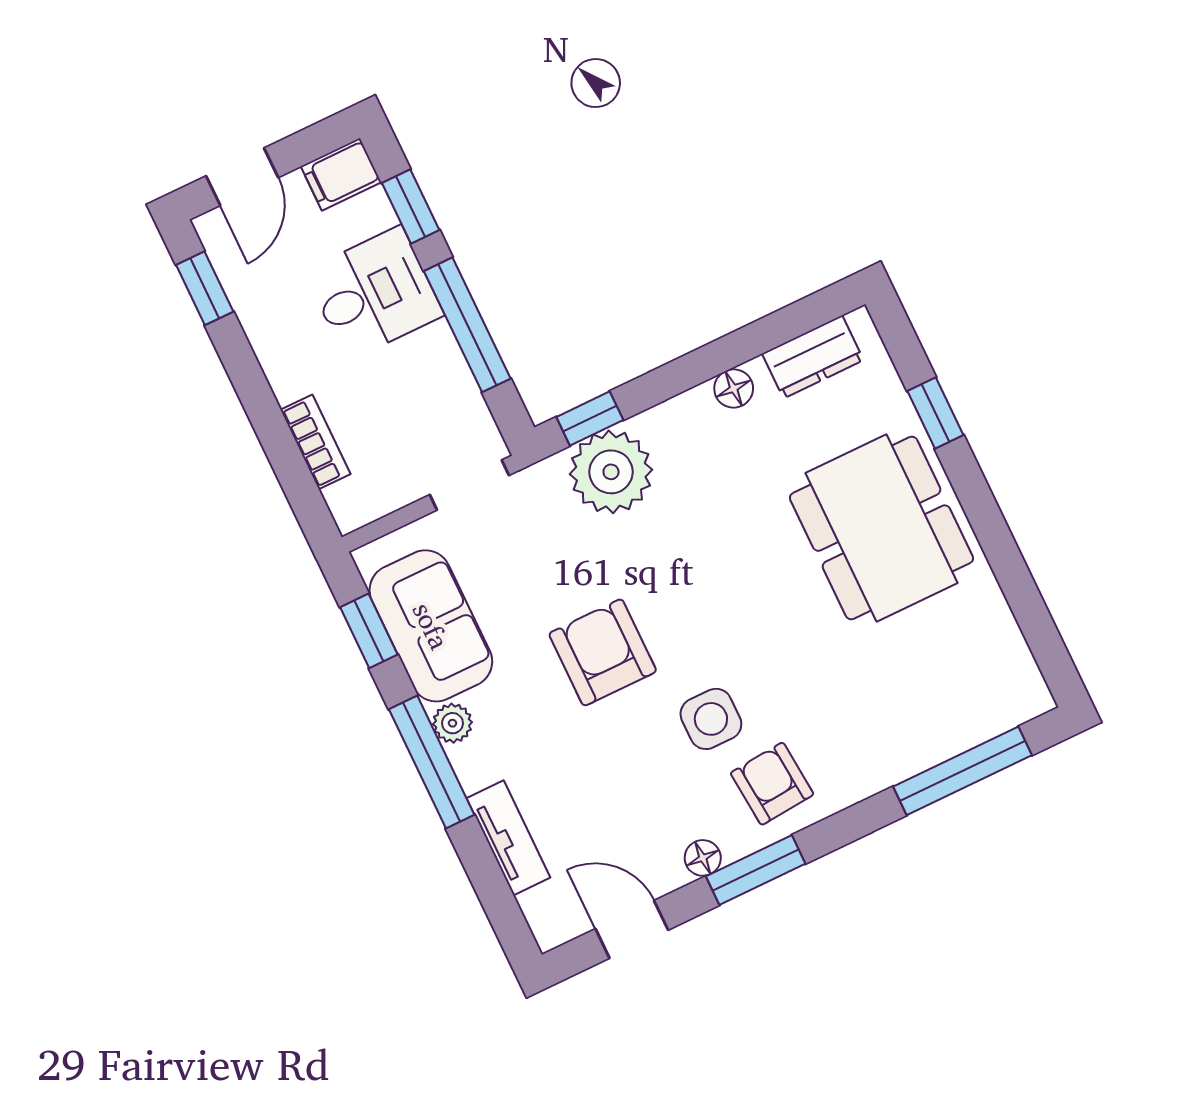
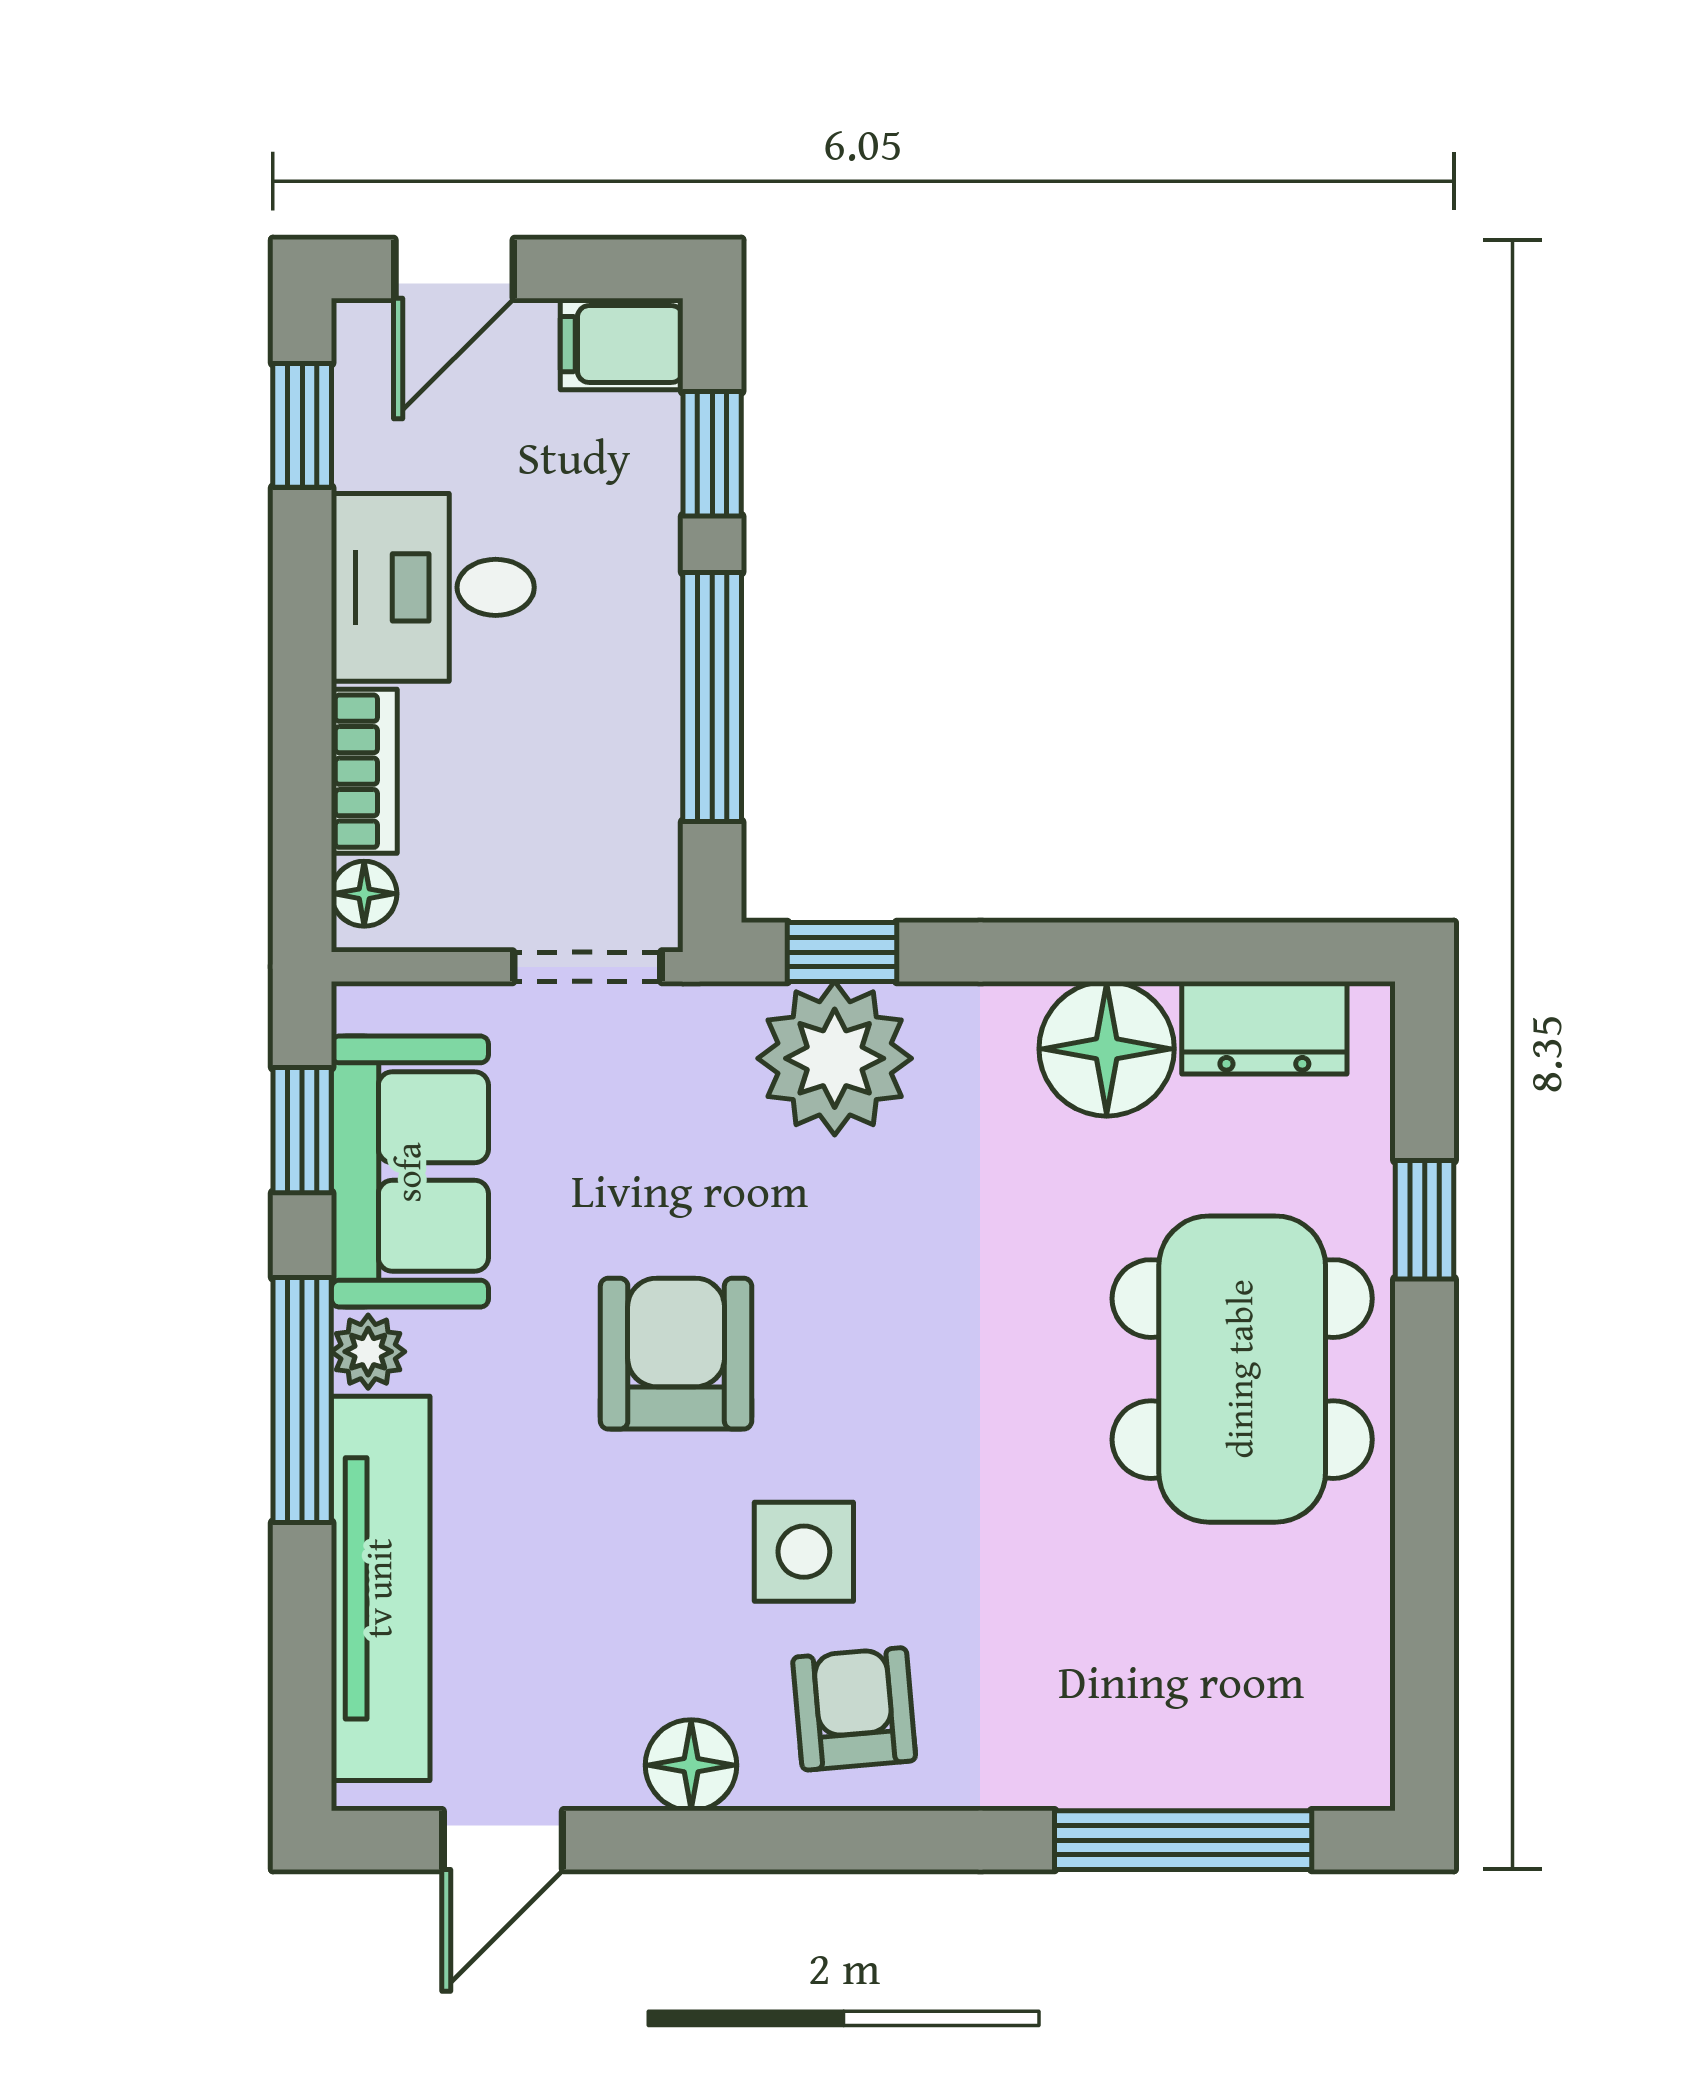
desk: (374, 293) -> (433, 587), moved, turned 180
floor lamp: (734, 389) -> (1107, 1049), width x1.89, depth x1.89
floor lamp: (344, 501) -> (364, 894), added
tv unit: (508, 838) -> (381, 1588), width x1.92, depth x1.29
floor lamp: (703, 858) -> (691, 1765), width x1.37, depth x1.37
window: (756, 870) -> (758, 1840), removed
door: (632, 929) -> (503, 1840), swing flipped

